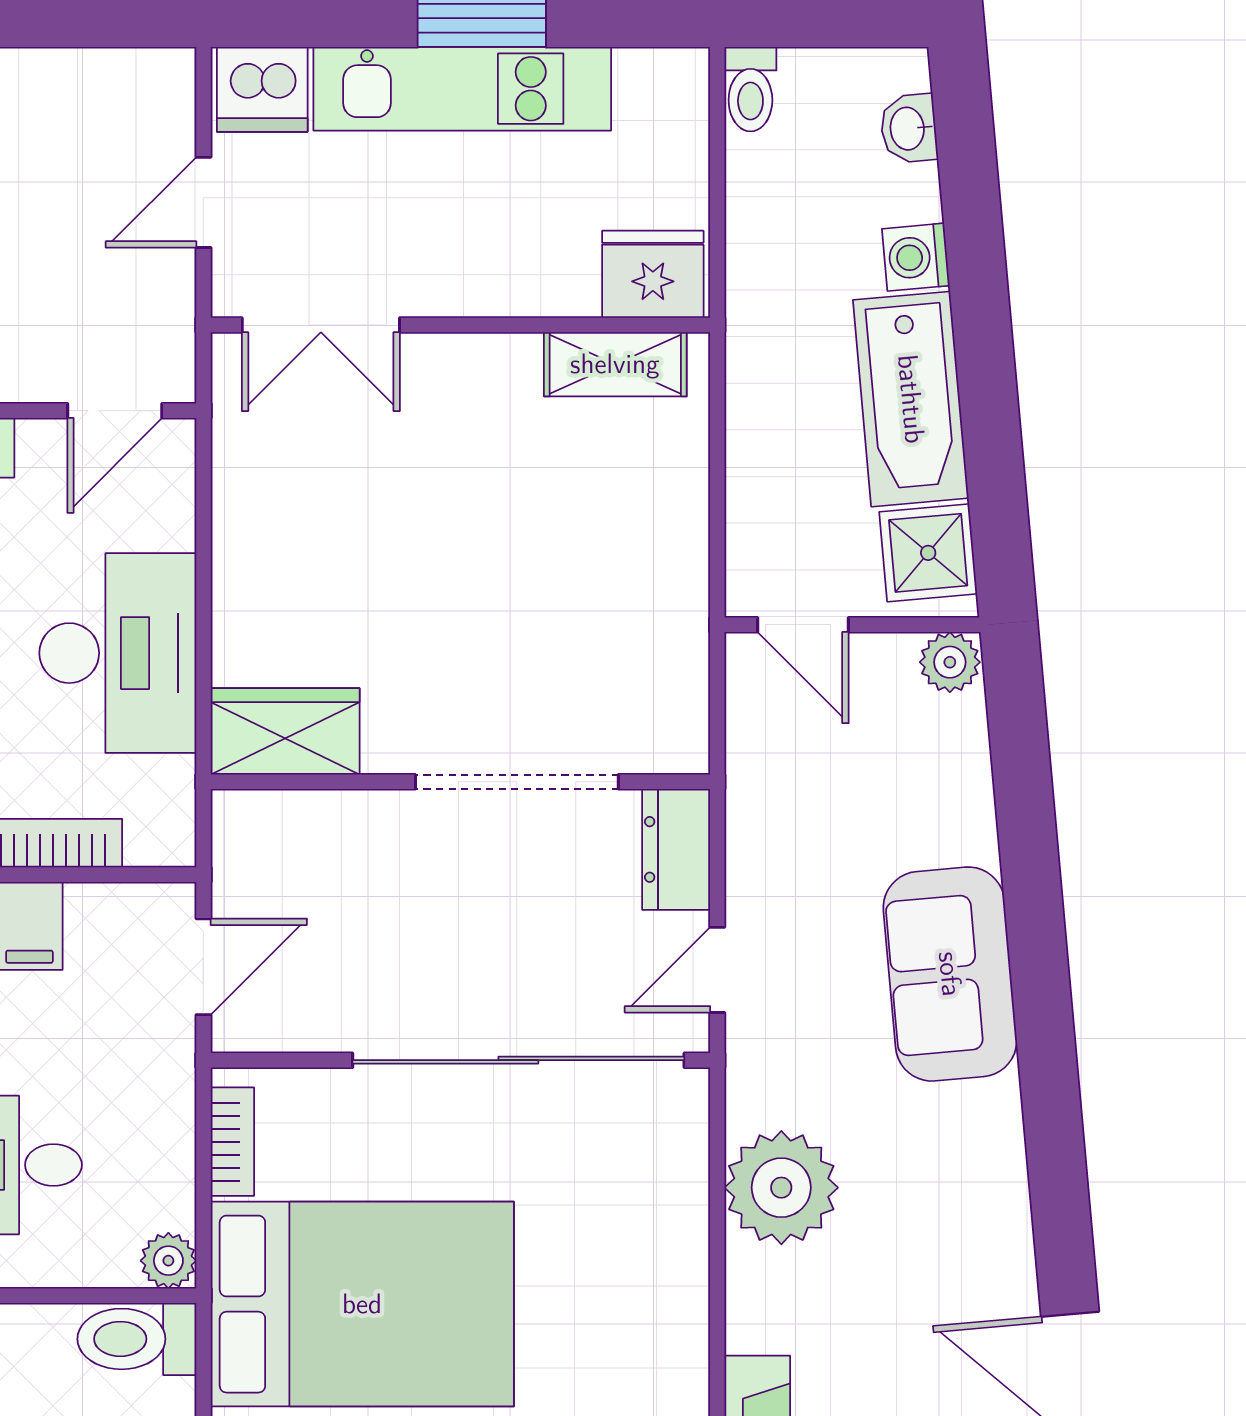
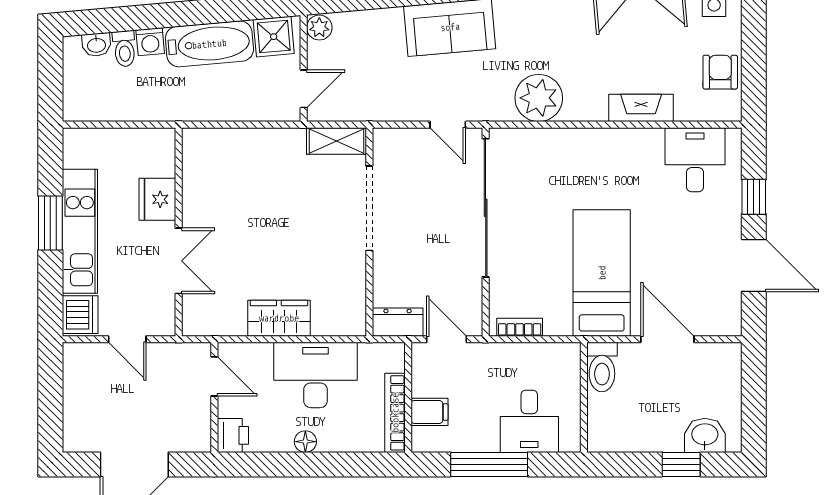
toilet: (750, 89) -> (124, 49), moved, turned 85
fridge: (653, 274) -> (157, 199), moved
double door: (321, 325) -> (179, 261), moved
shelving: (615, 364) -> (337, 141), moved, turned 90
wardrobe: (285, 731) -> (279, 318), moved, turned 90
dresser: (676, 849) -> (398, 322), moved, turned 180
plant: (168, 1261) -> (569, 354), removed
bed: (362, 1304) -> (602, 273), width x0.67

